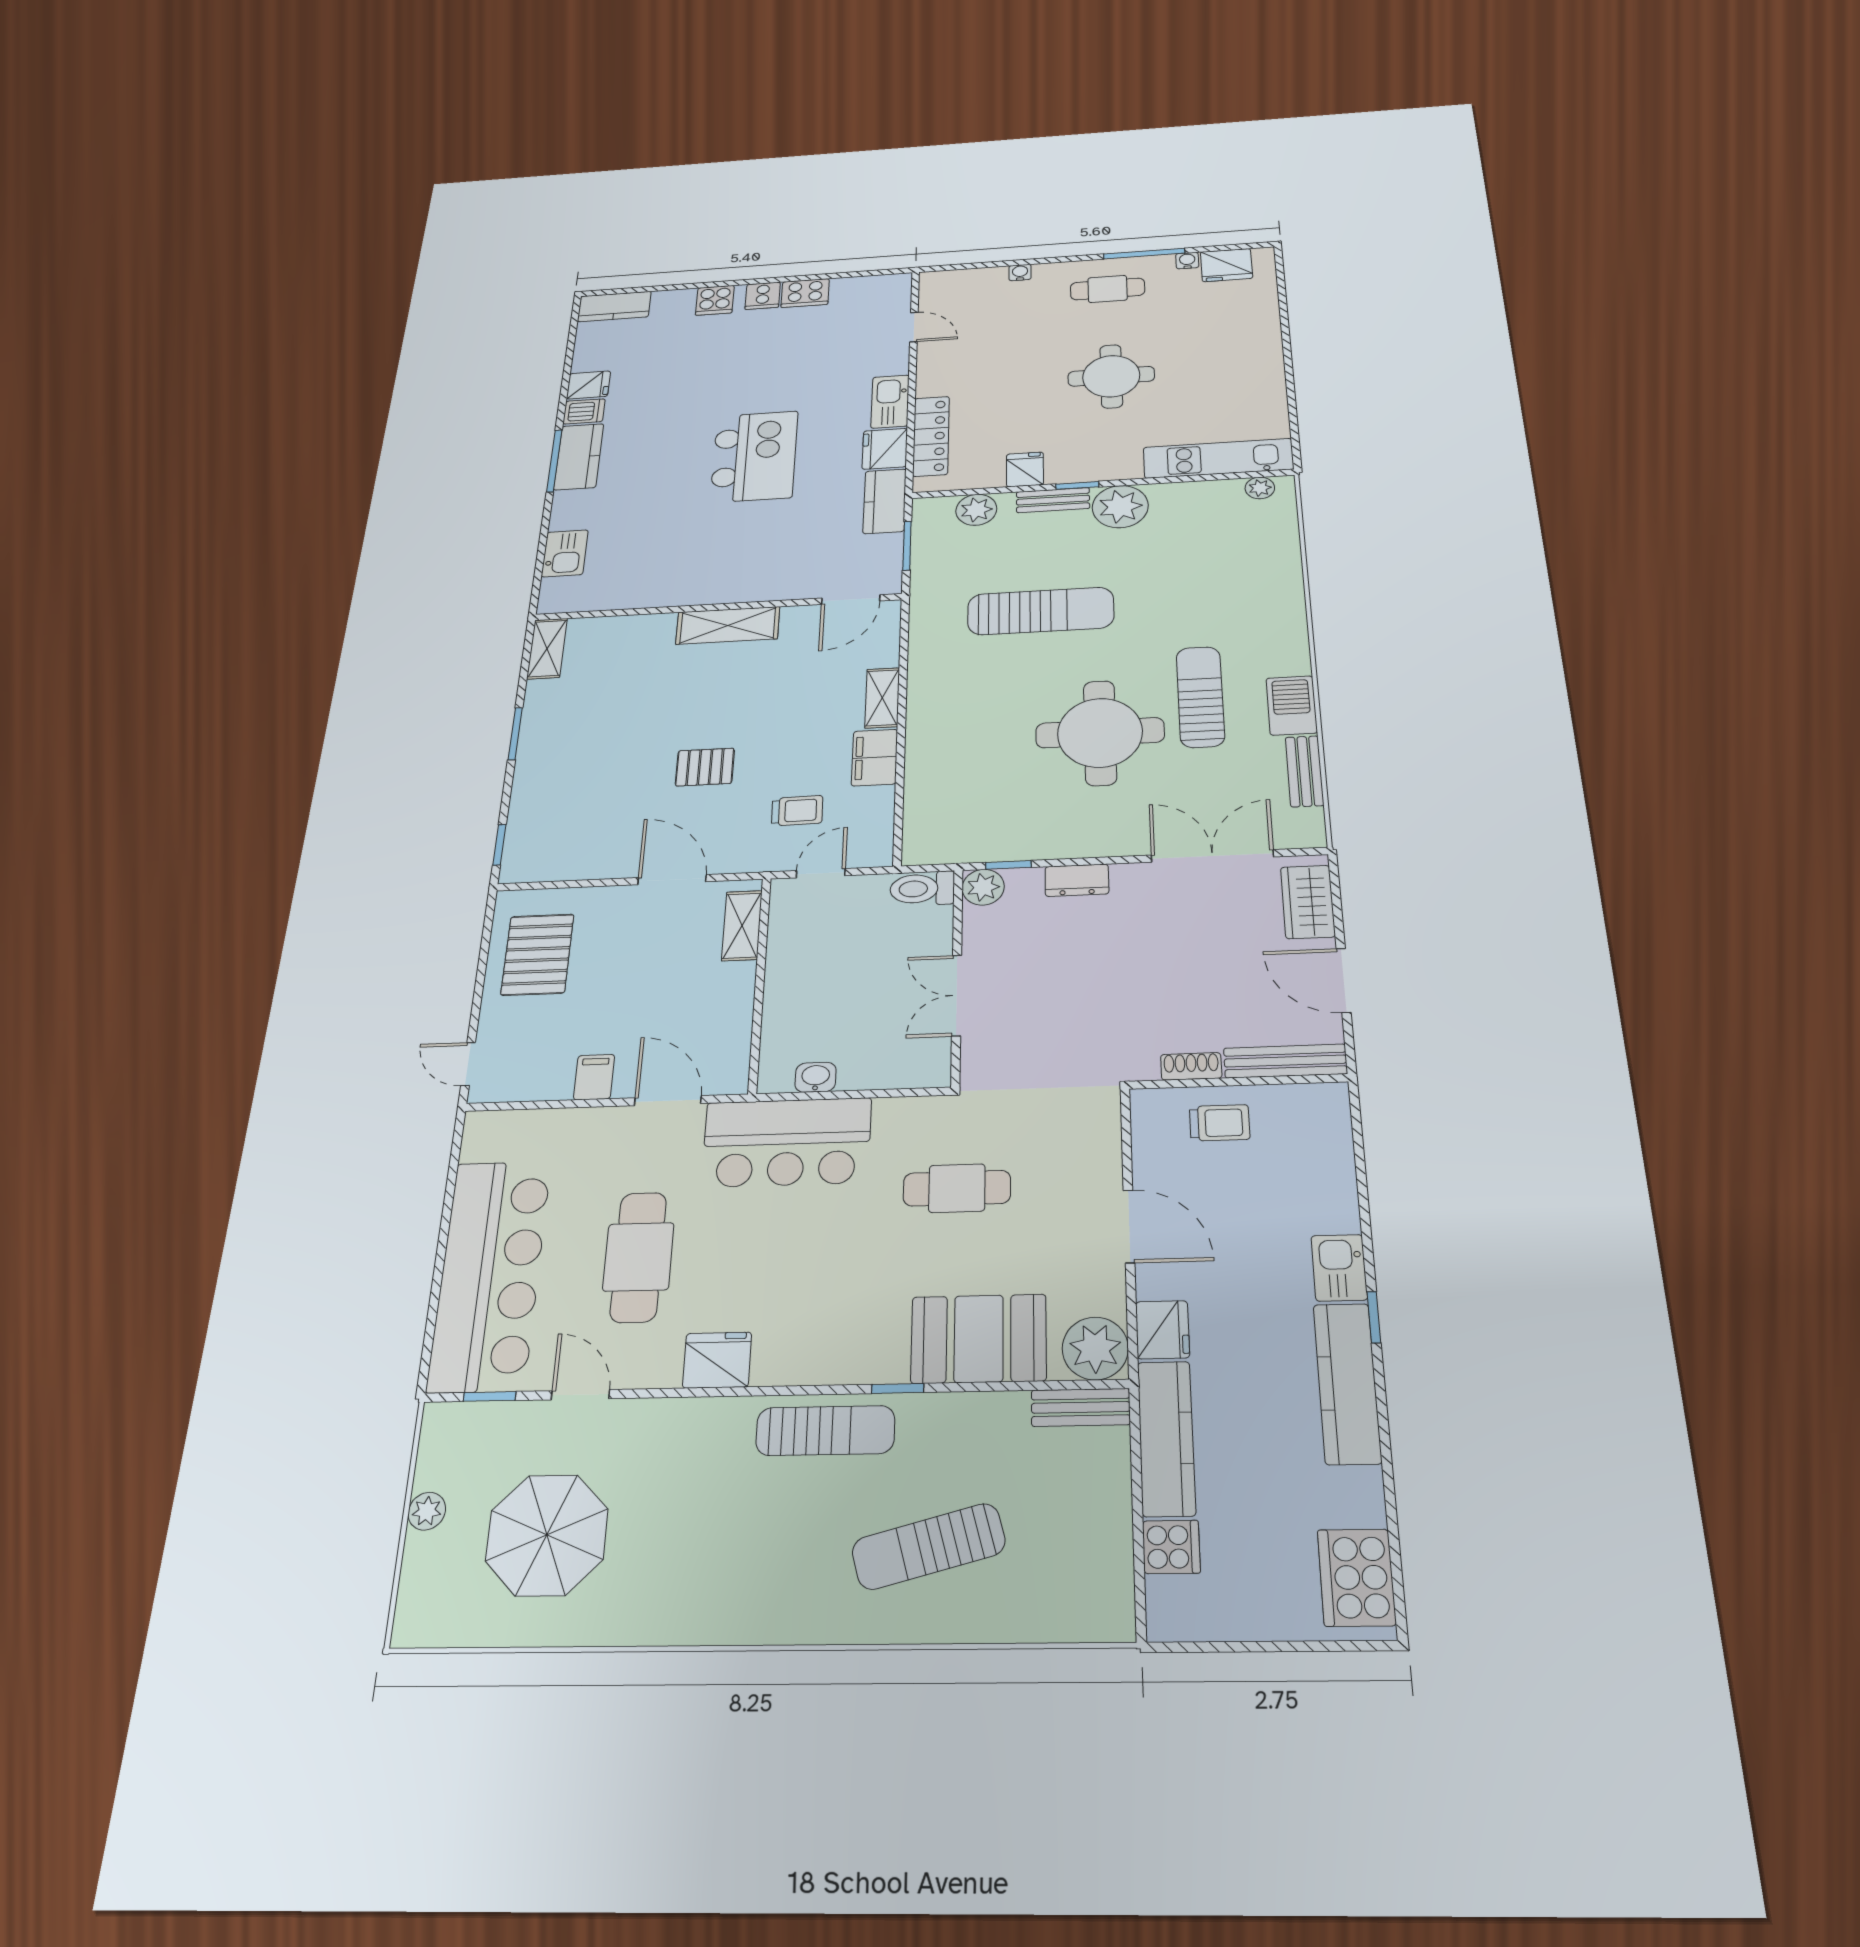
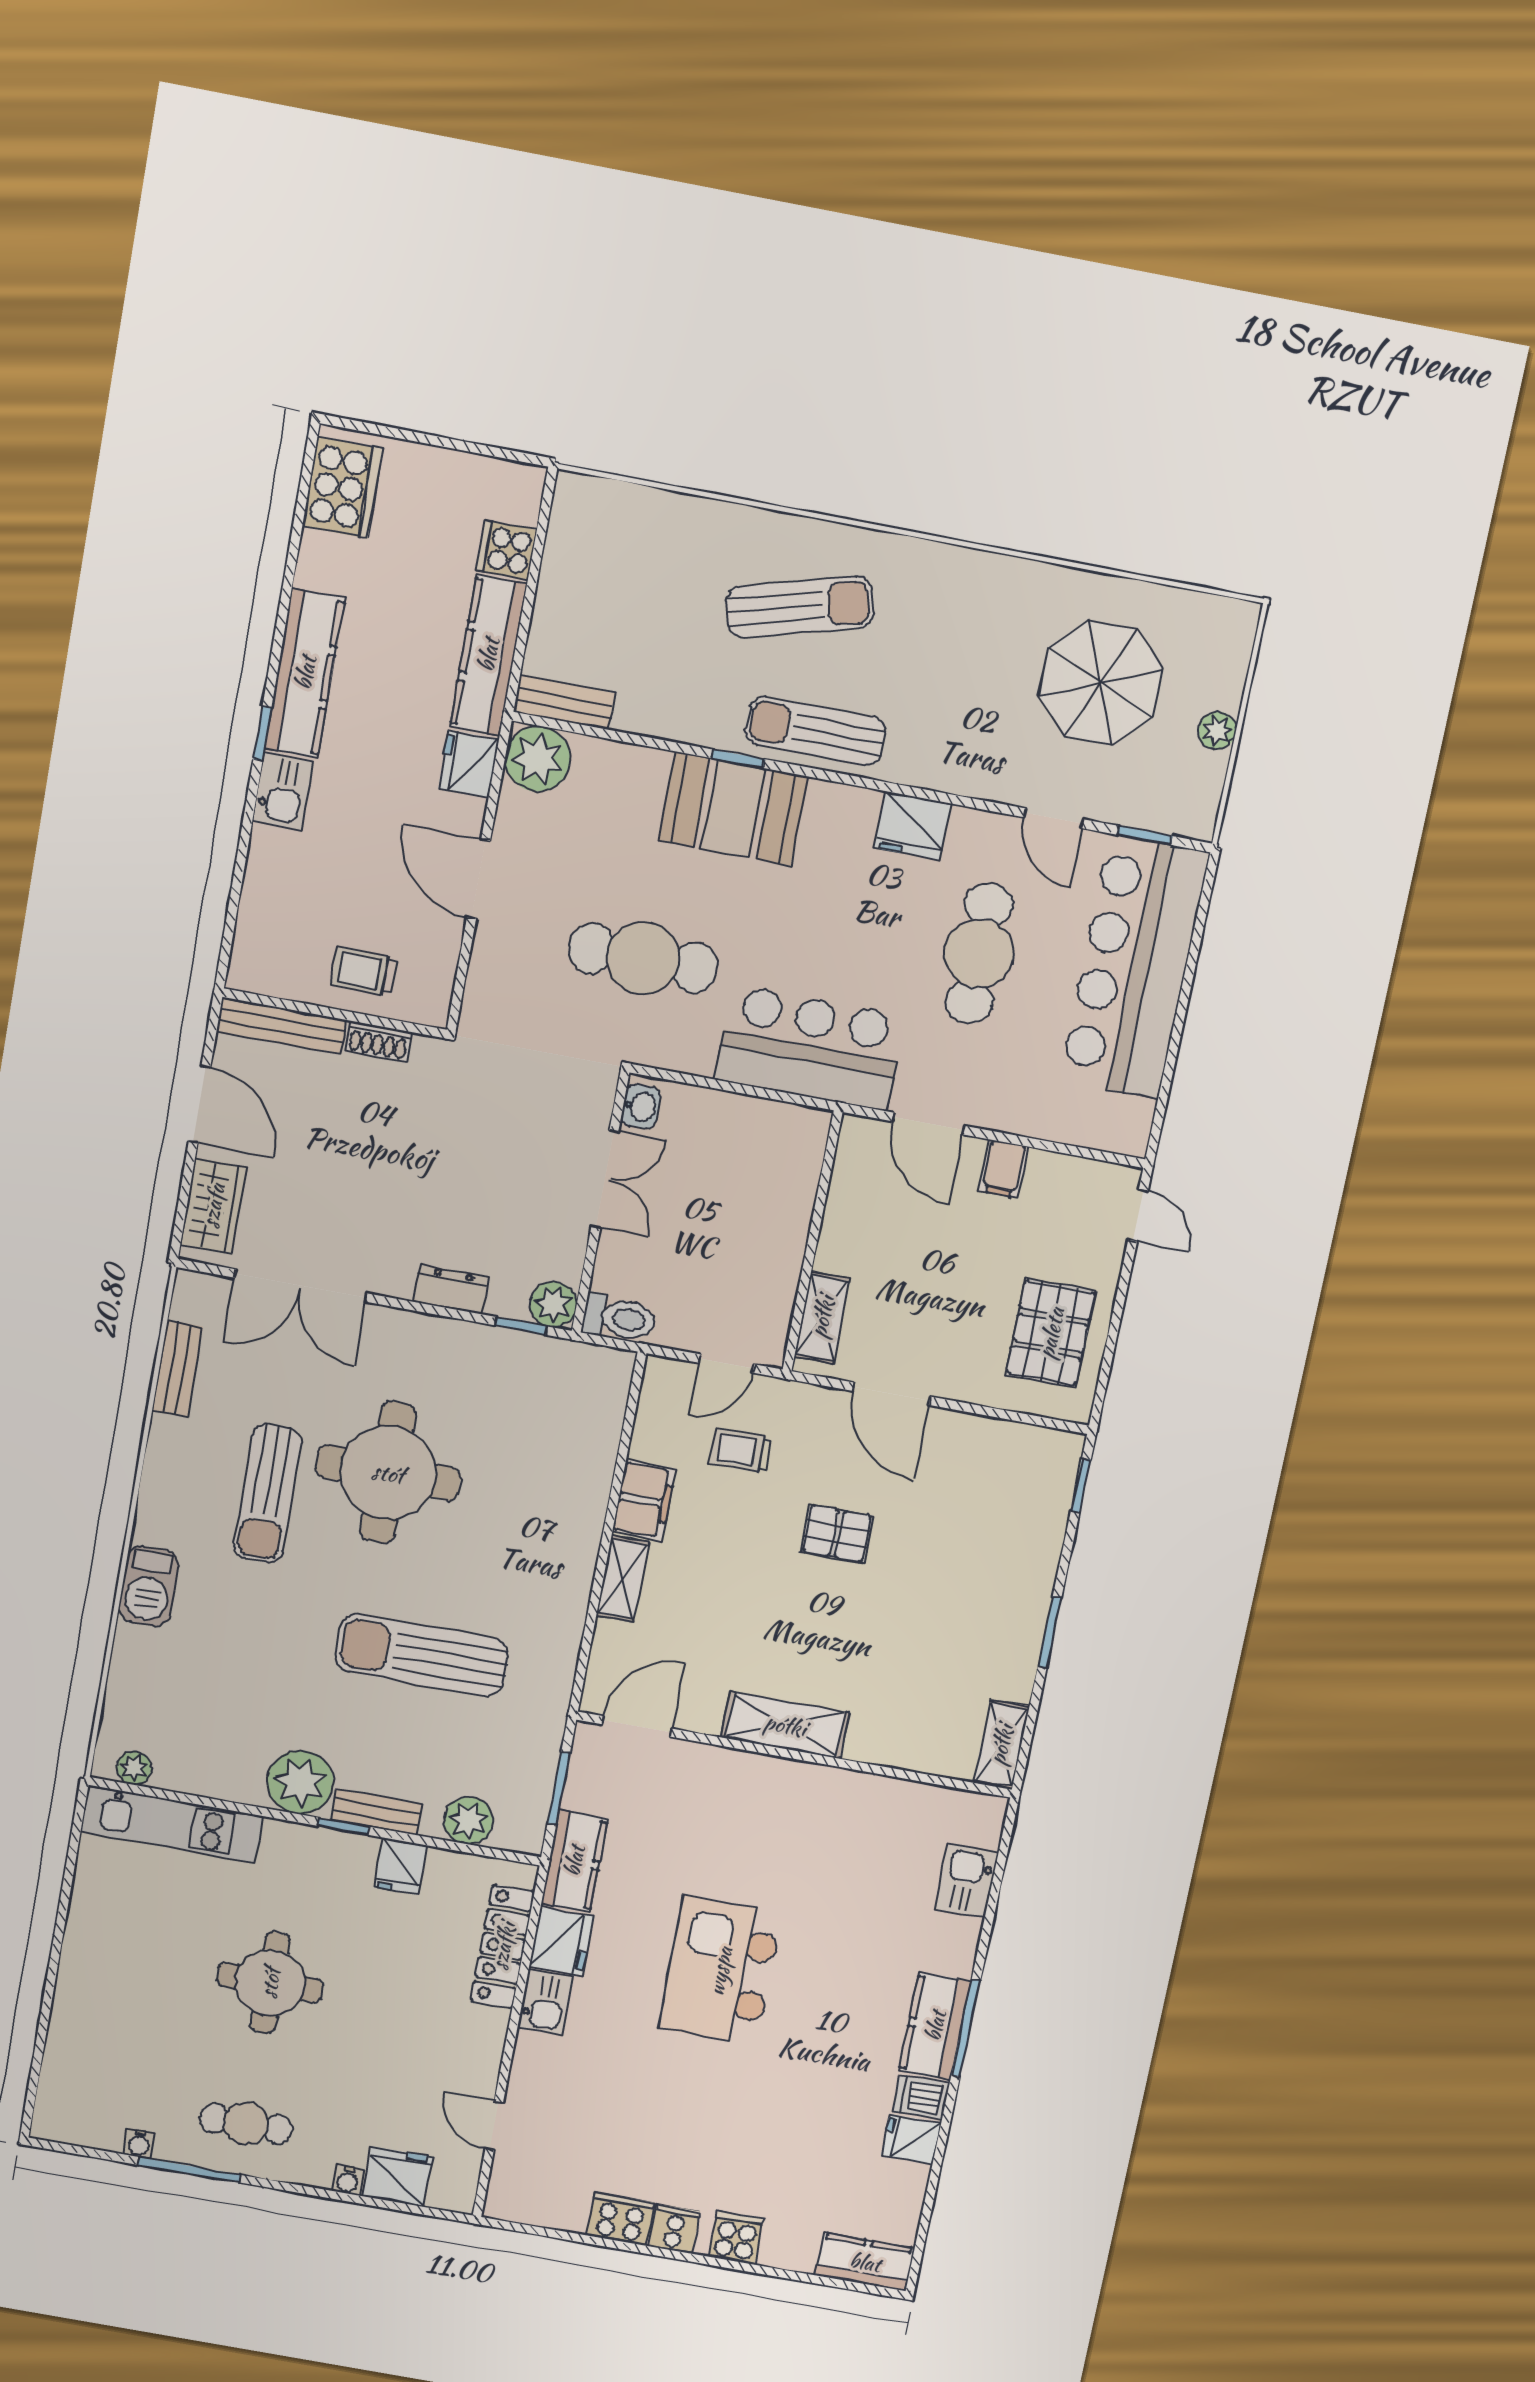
fridge: (1226, 265) -> (398, 2177), moved
kitchen sink: (890, 402) -> (545, 2002), width x0.73
barbecue: (1292, 705) -> (148, 1586), moved
washbasin: (816, 1077) -> (641, 1107), moved, turned -90
cafe table: (957, 1188) -> (643, 958), width x1.37, depth x1.35
booth: (979, 1339) -> (733, 809), moved
sun lounger: (929, 1546) -> (800, 607), moved

